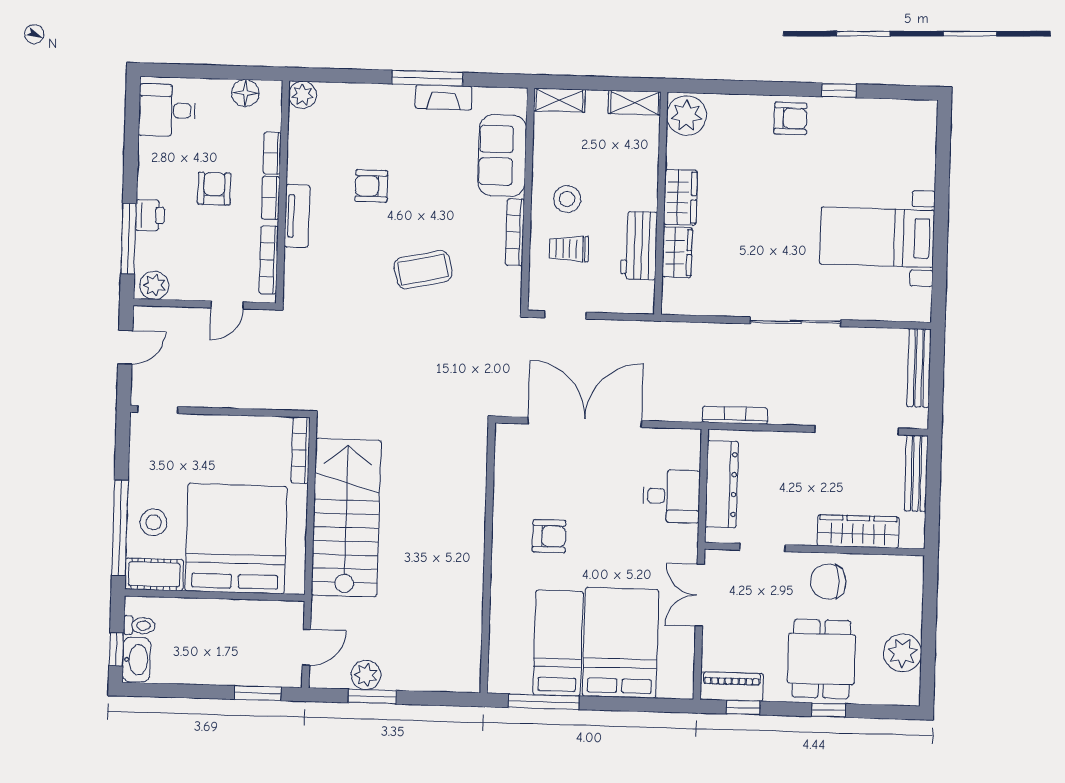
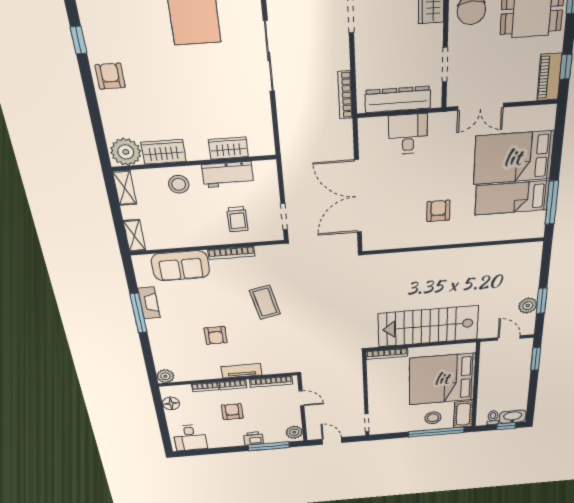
armchair: (214, 189) -> (232, 412), turned 90
wardrobe: (680, 197) -> (164, 152), moved
stool: (567, 199) -> (179, 184), moved

